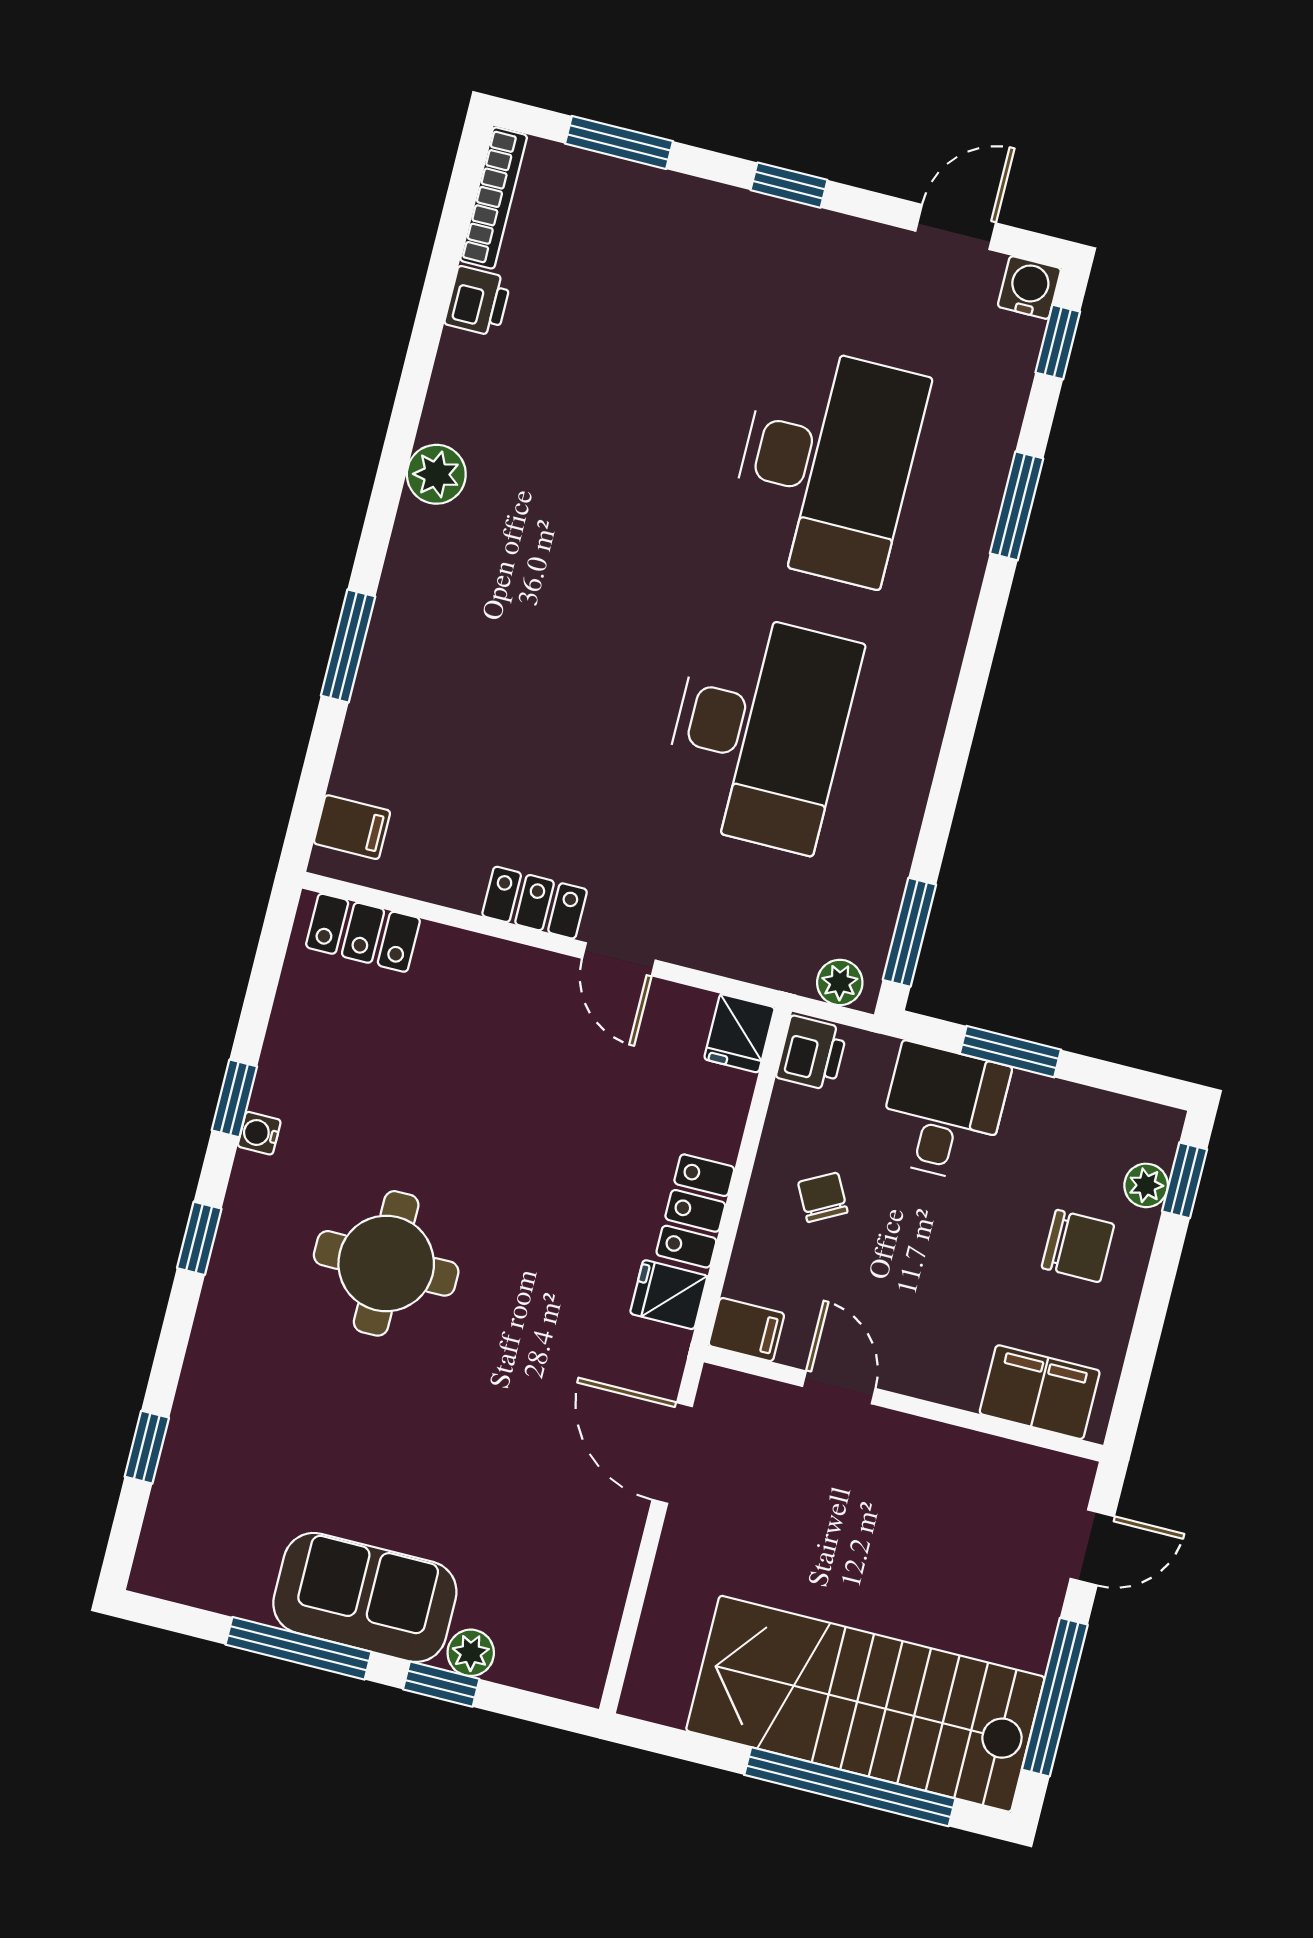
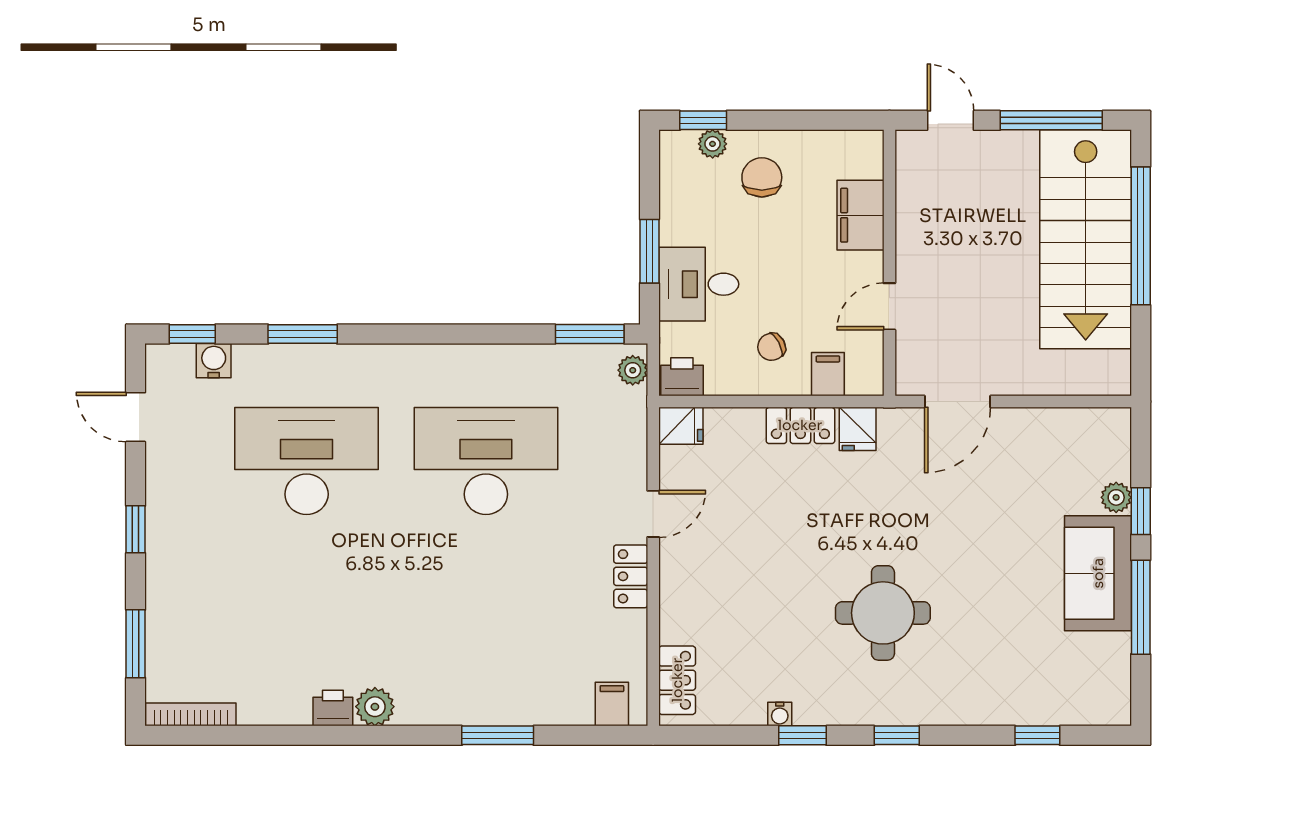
water cooler: (1029, 288) -> (214, 361), moved, turned 90
printer: (478, 301) -> (333, 708), moved
water cooler: (259, 1133) -> (780, 714), moved
filing cabinet: (746, 1330) -> (828, 374), moved
filing cabinet: (1040, 1392) -> (860, 215), moved

